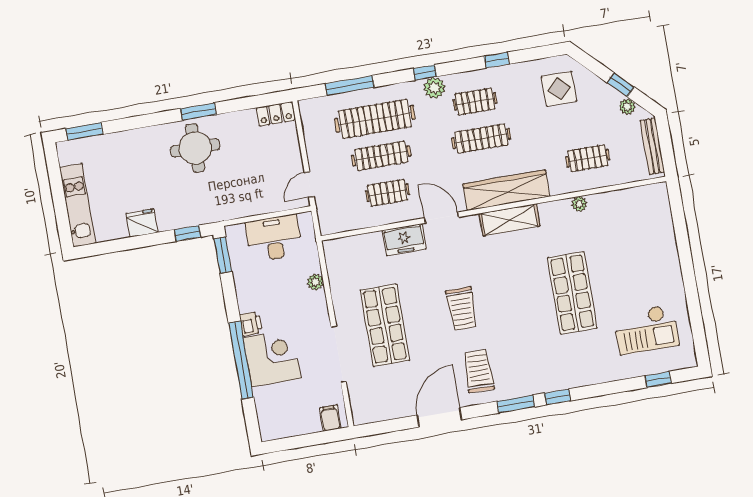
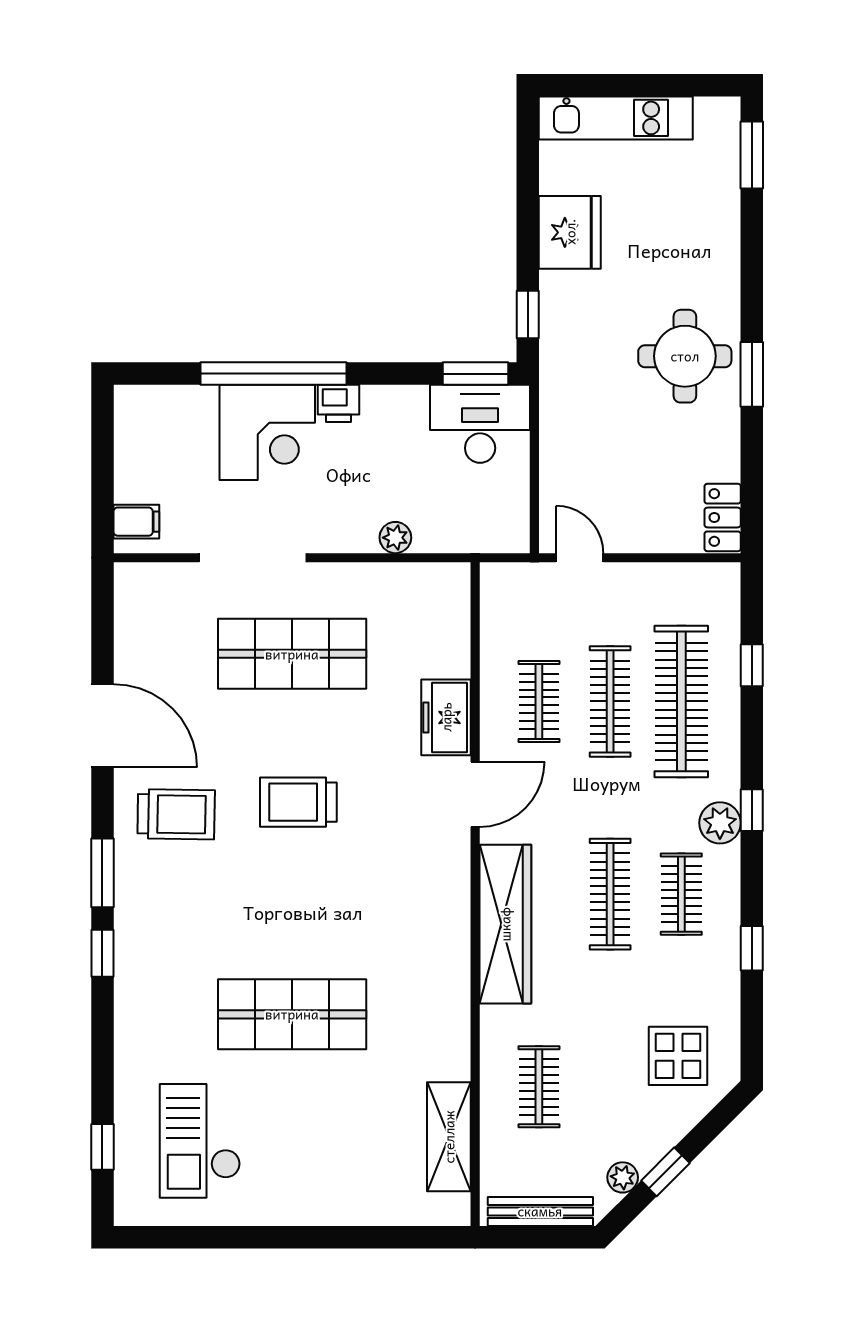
window: (350, 85) -> (752, 665), width x0.46
plant: (579, 204) -> (456, 1056), removed
shelving: (510, 220) -> (449, 1137), moved
fridge: (142, 223) -> (570, 232), width x1.36, depth x1.34
desk: (274, 238) -> (480, 424), moved, turned -90

